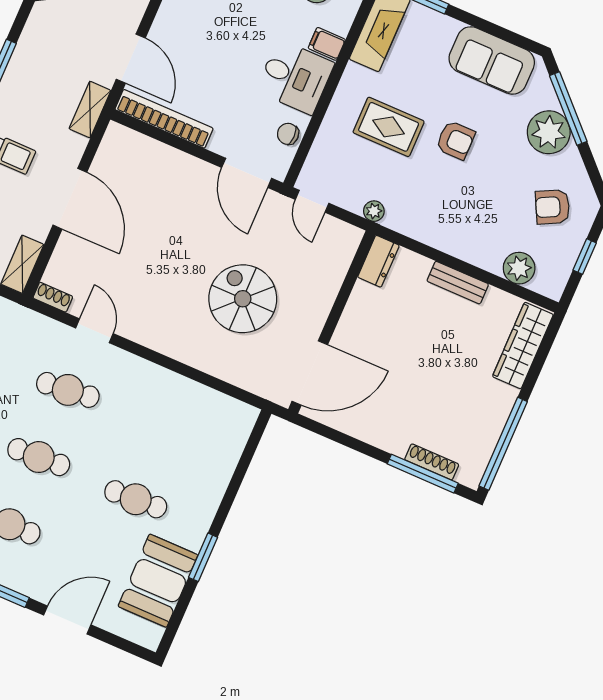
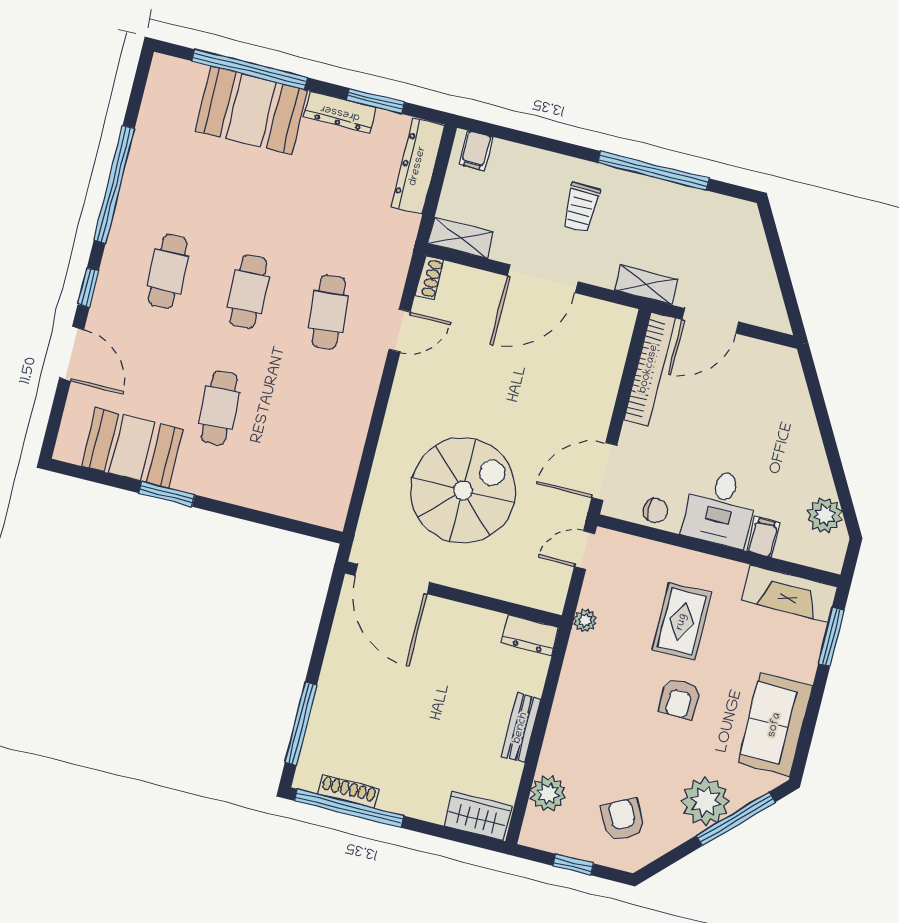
chair: (288, 134) -> (655, 510), turned 90
spiral stairs: (243, 299) -> (463, 490), width x1.37, depth x1.37
wardrobe: (523, 345) -> (477, 816), width x0.67
shoe rack: (432, 462) -> (348, 791), moved, turned -90

